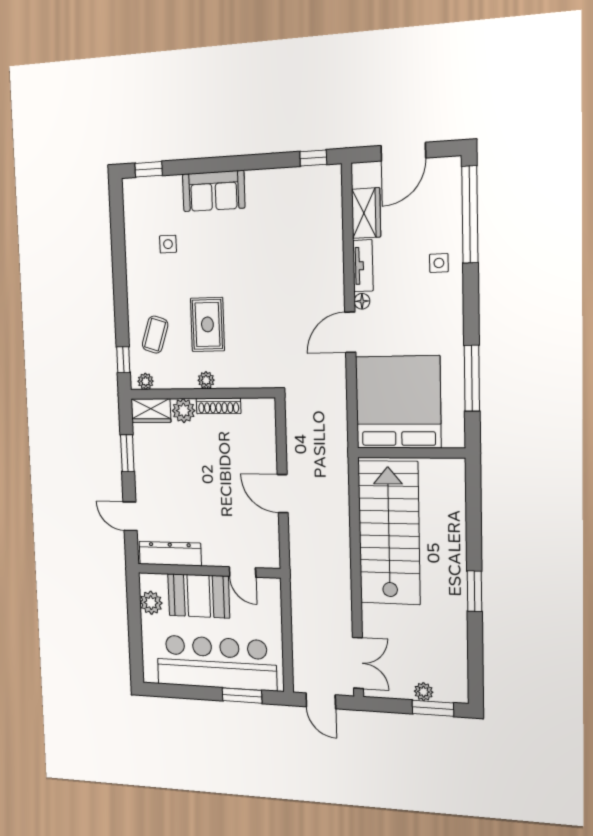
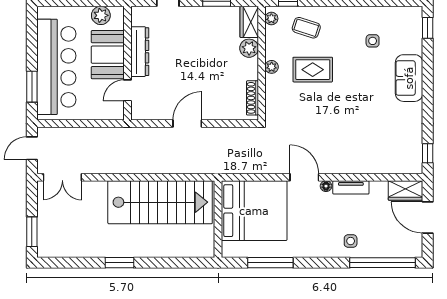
wardrobe: (366, 213) -> (406, 190), moved
shoe rack: (219, 406) -> (252, 98), moved
dresser: (170, 554) -> (140, 52), moved
plant: (424, 692) -> (44, 225), removed

